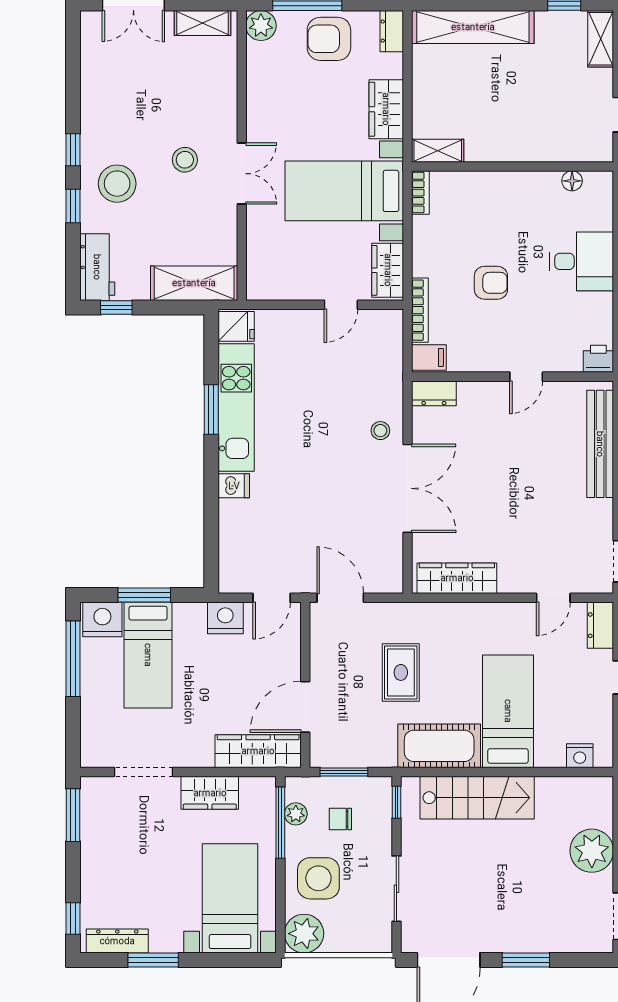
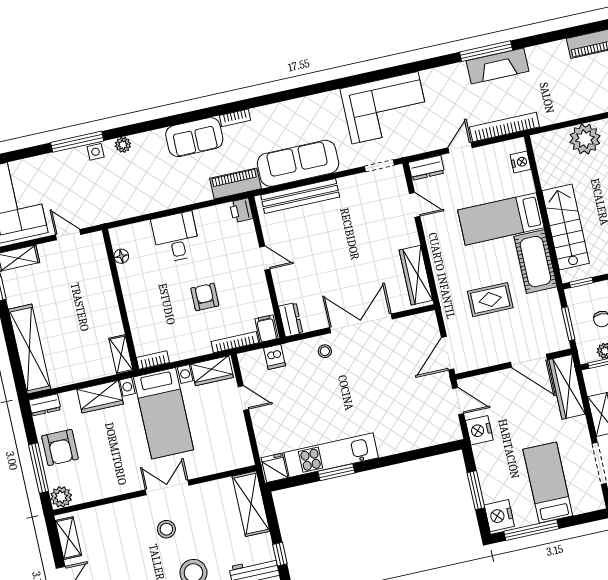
dishwasher: (234, 486) -> (274, 357), moved, turned 180
bed: (148, 655) -> (548, 482), moved, turned -90

